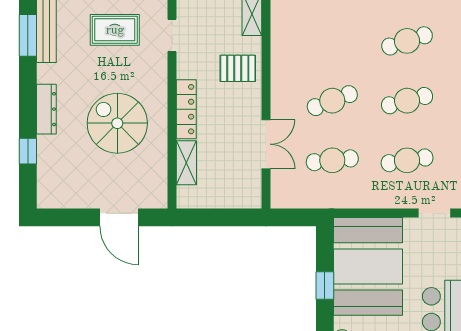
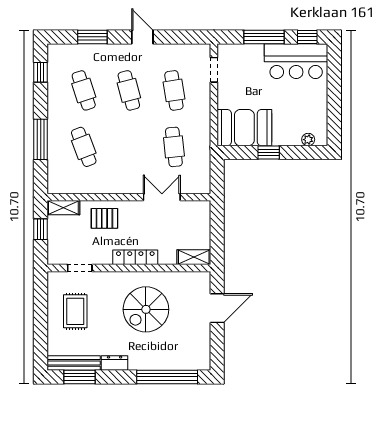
pallet: (238, 68) -> (104, 218), turned 90
cafe table: (332, 101) -> (84, 147), moved
dresser: (46, 109) -> (115, 363), moved, width x0.70
window: (28, 151) -> (167, 377), width x3.17
shelving: (186, 163) -> (194, 257), moved
booth: (368, 266) -> (244, 128), width x0.73, depth x0.70

